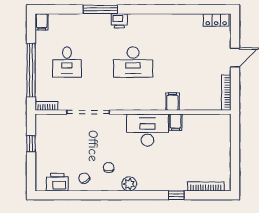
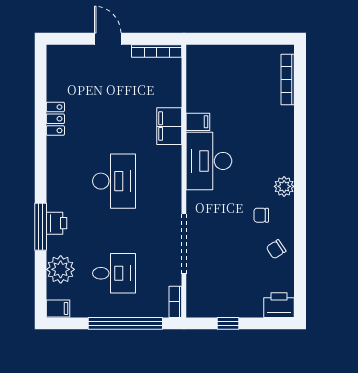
locker: (216, 20) -> (55, 119), moved
printer: (119, 21) -> (57, 223), moved
plant: (70, 24) -> (61, 269), added
filing cabinet: (172, 102) -> (169, 126), width x2.00
printer: (57, 182) -> (279, 305), moved, turned 90
window: (176, 195) -> (300, 121), removed

